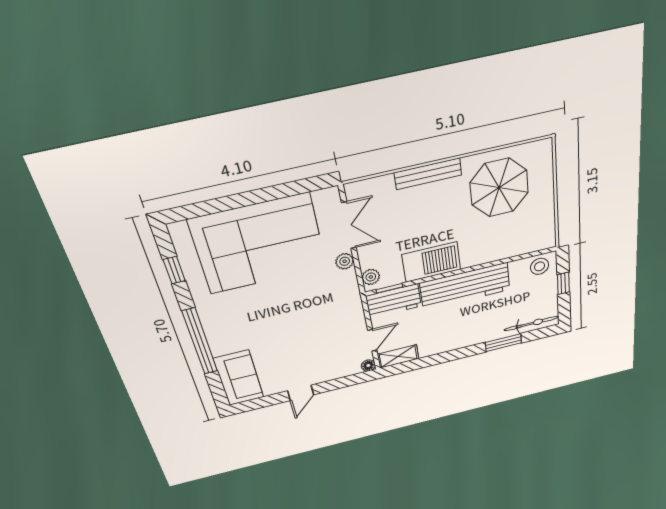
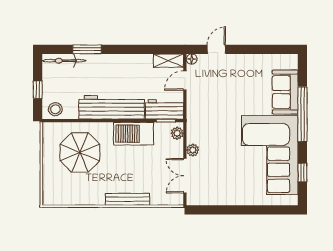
parasol: (499, 188) -> (80, 152), moved
corner sofa: (259, 244) -> (270, 155), moved, turned -90
sofa: (239, 378) -> (285, 92), moved
door: (301, 393) -> (216, 49), moved

